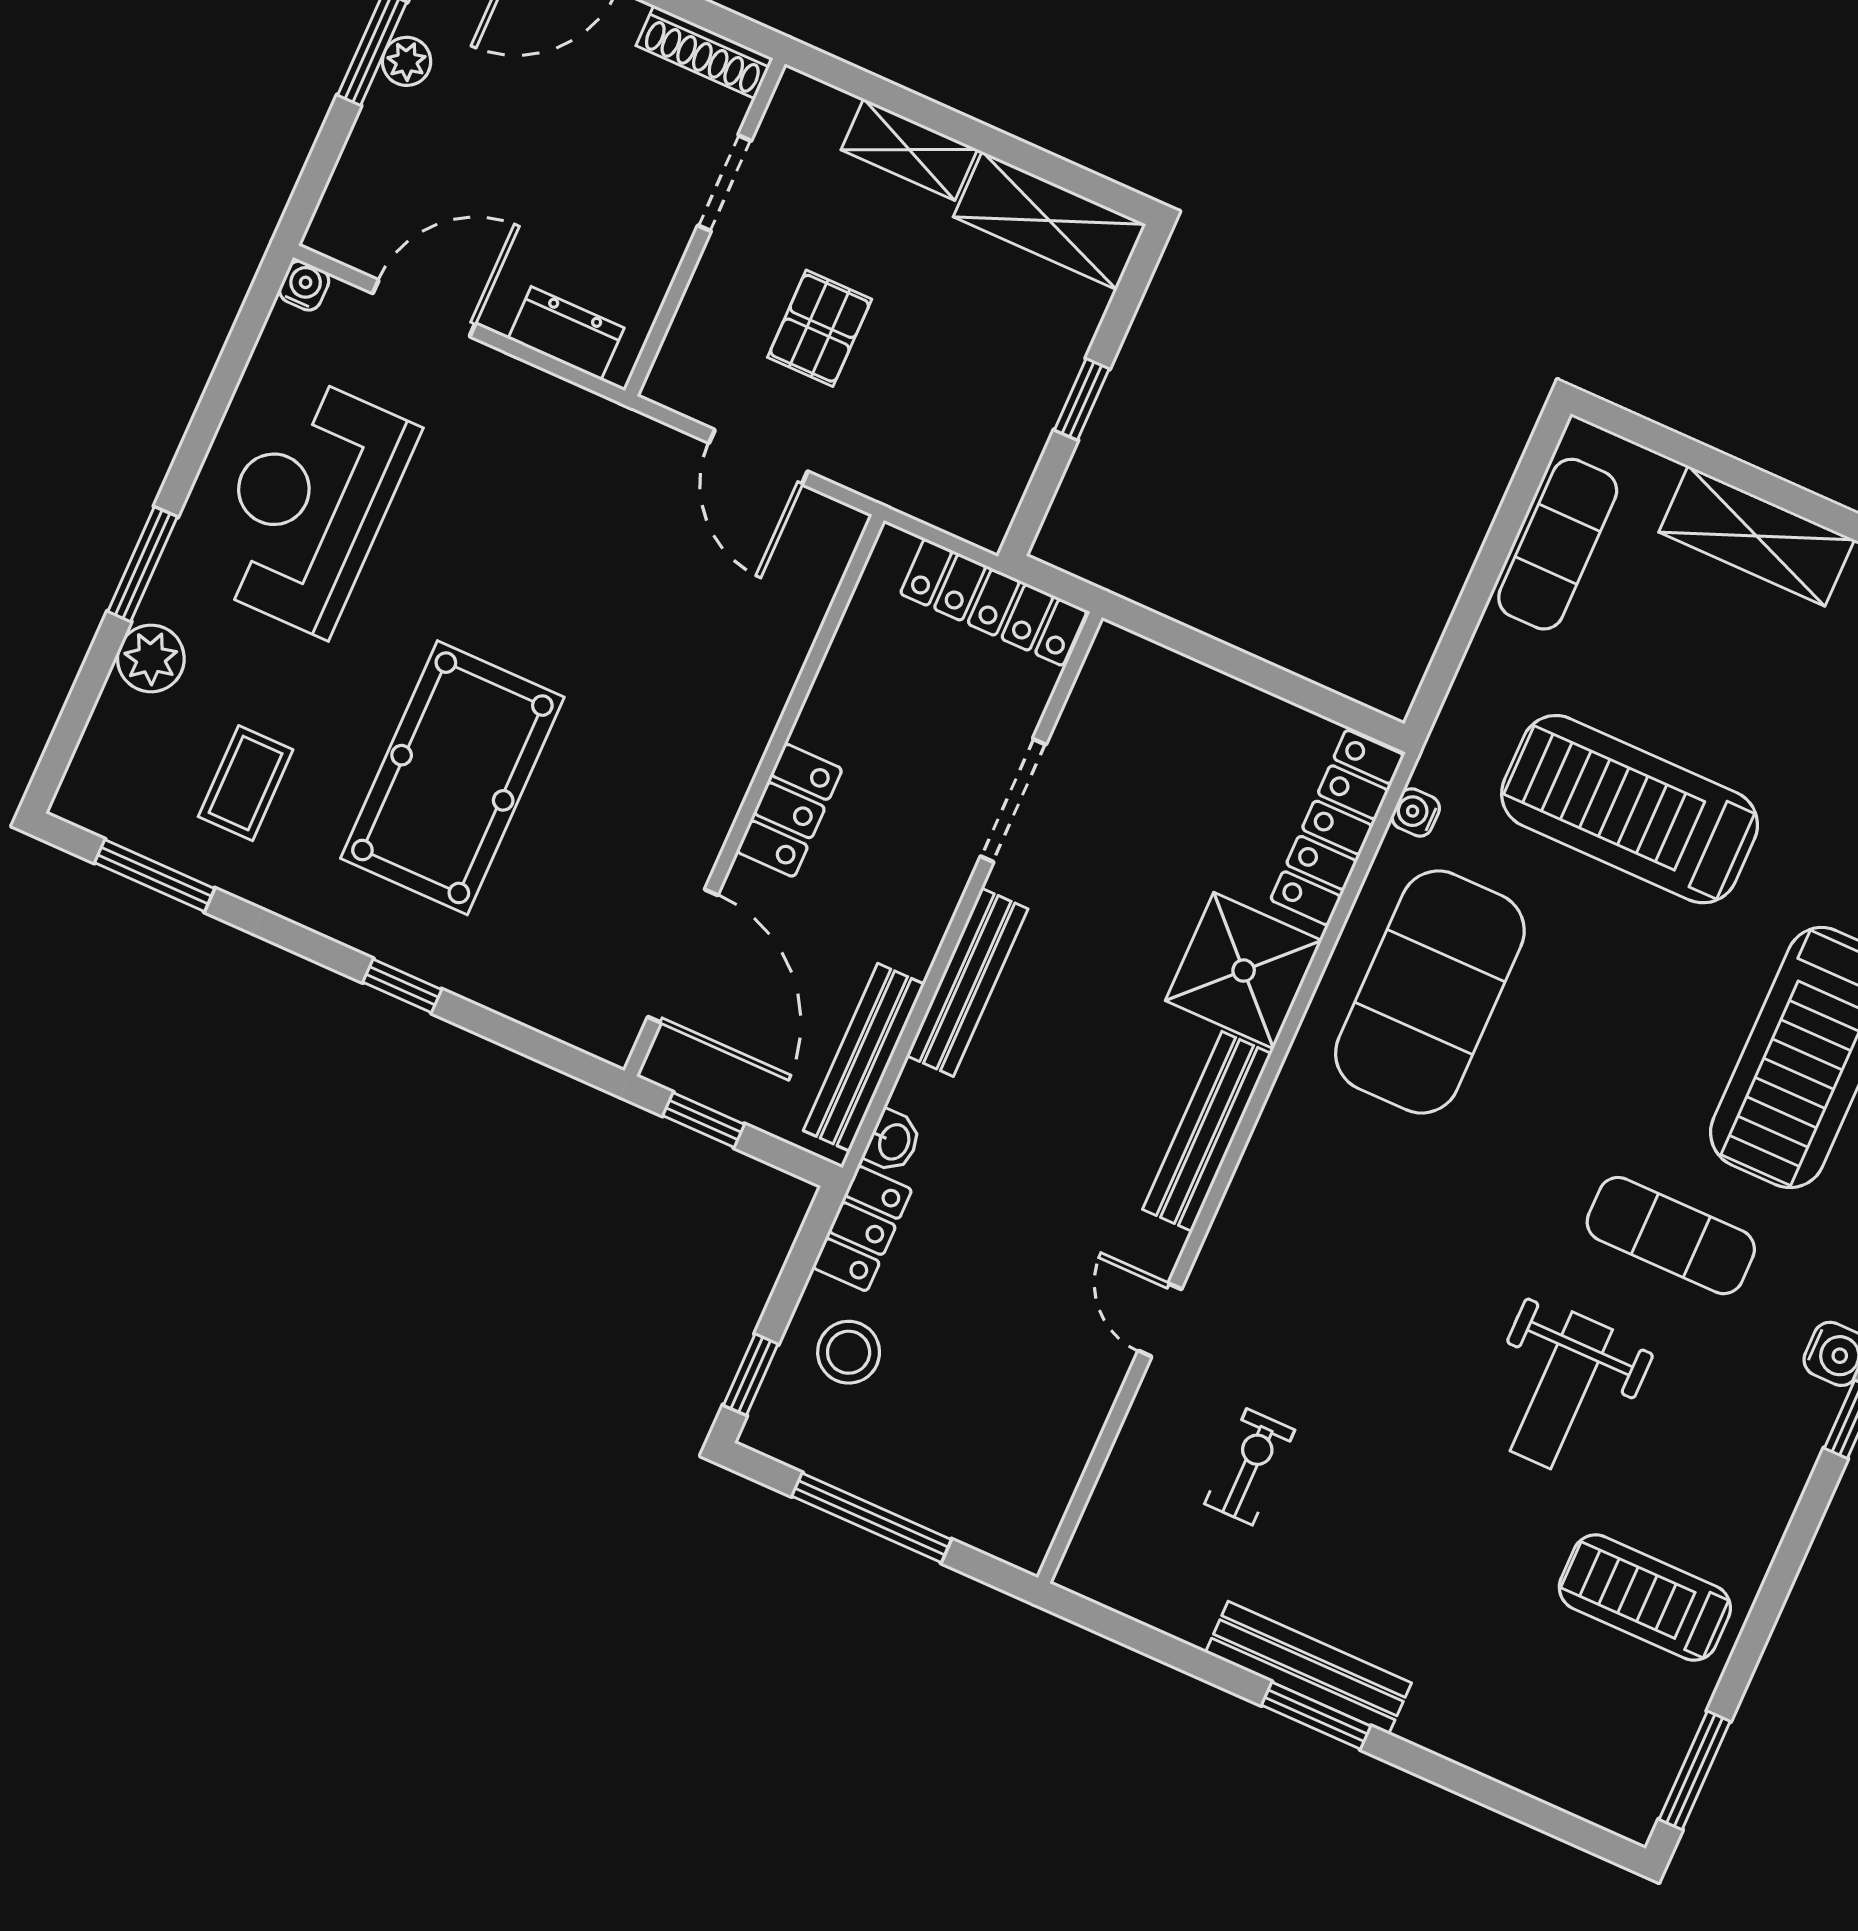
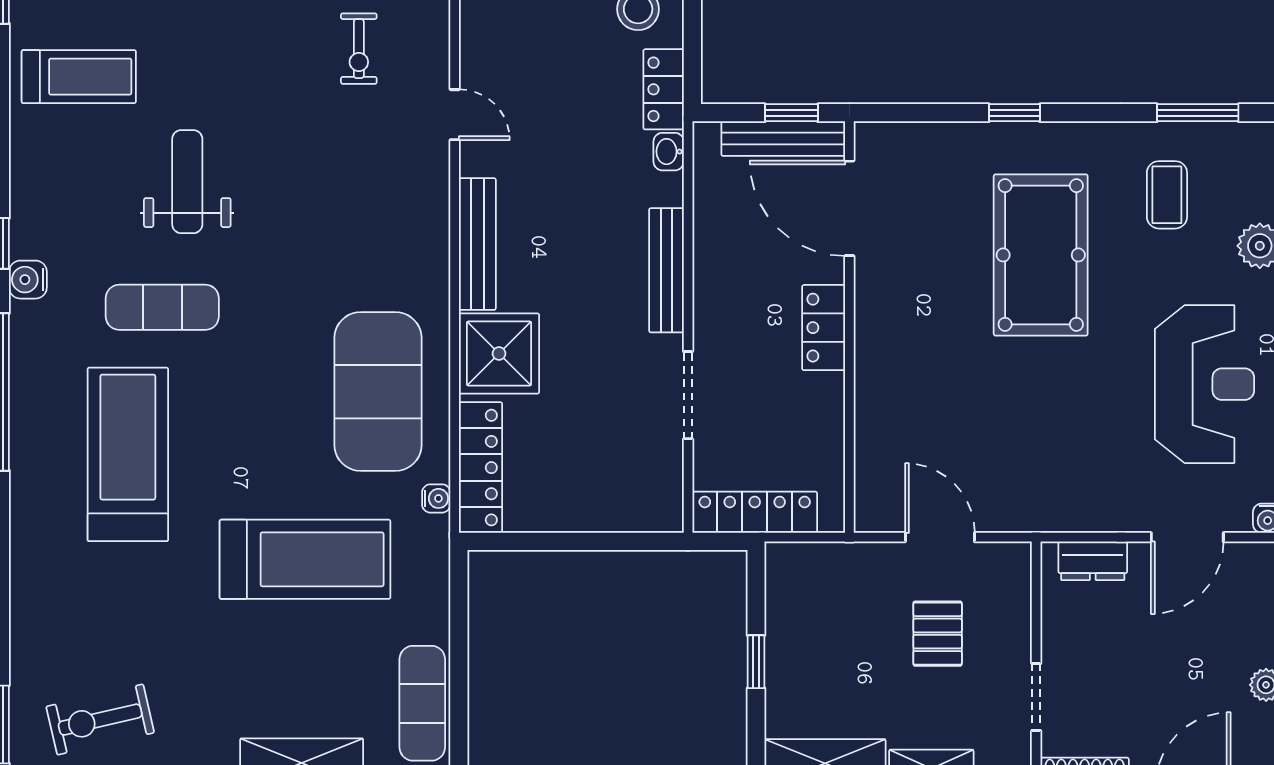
bench: (864, 1057) -> (783, 139), moved, turned 90

